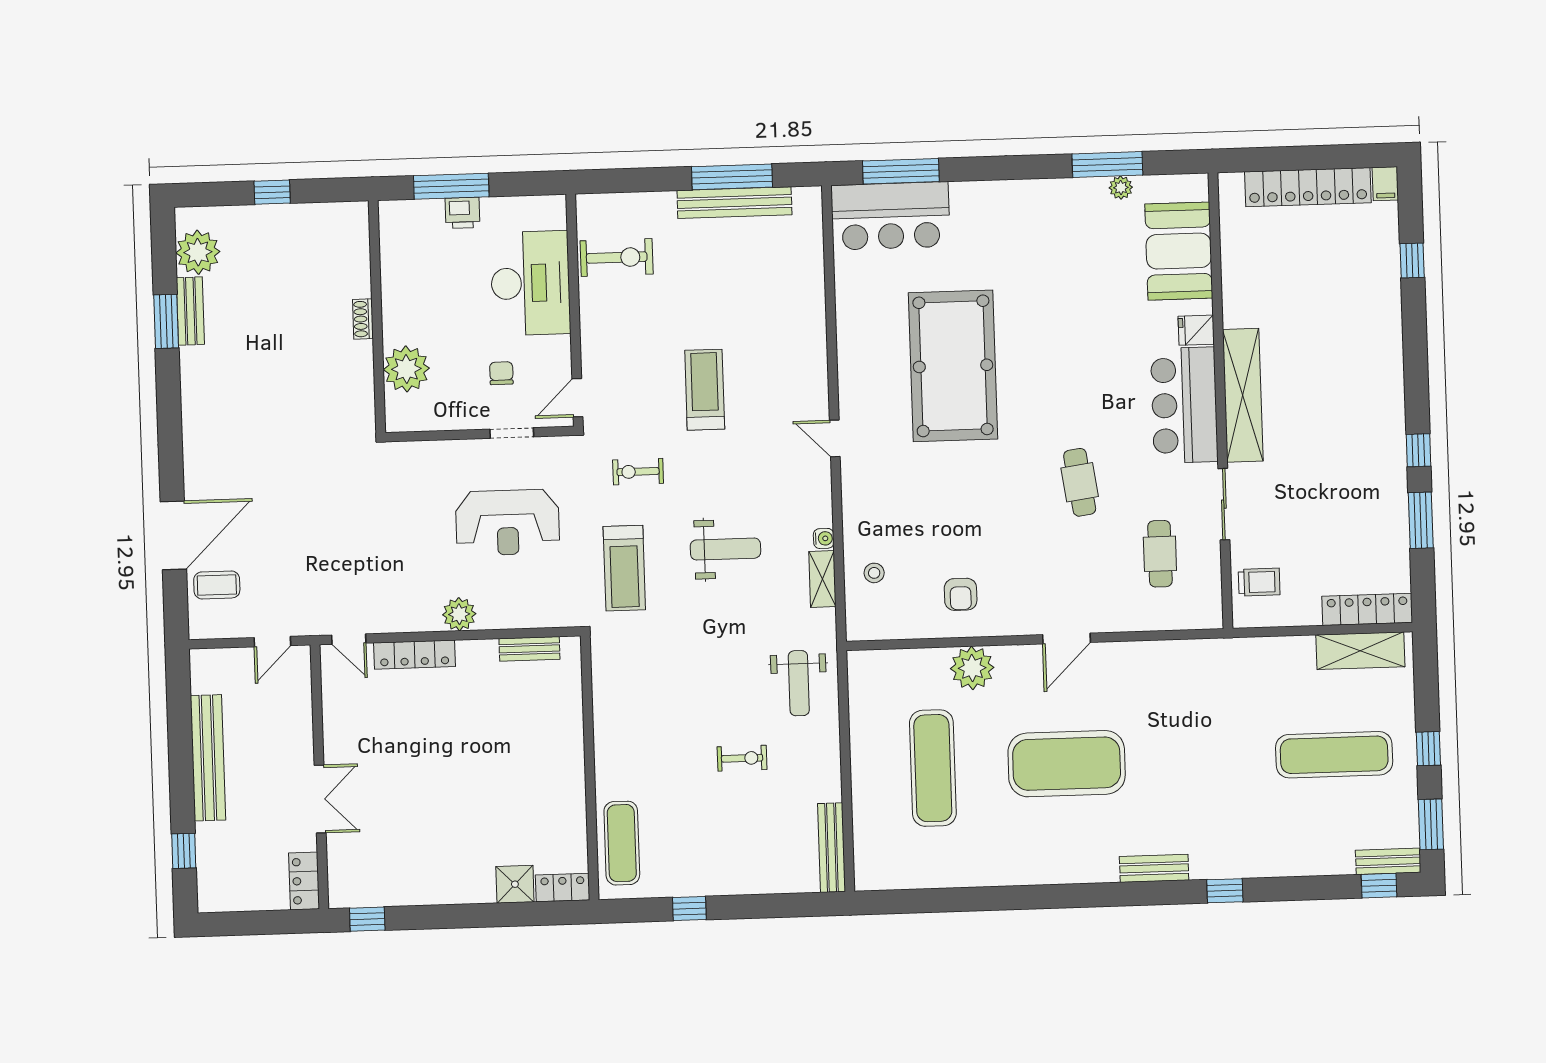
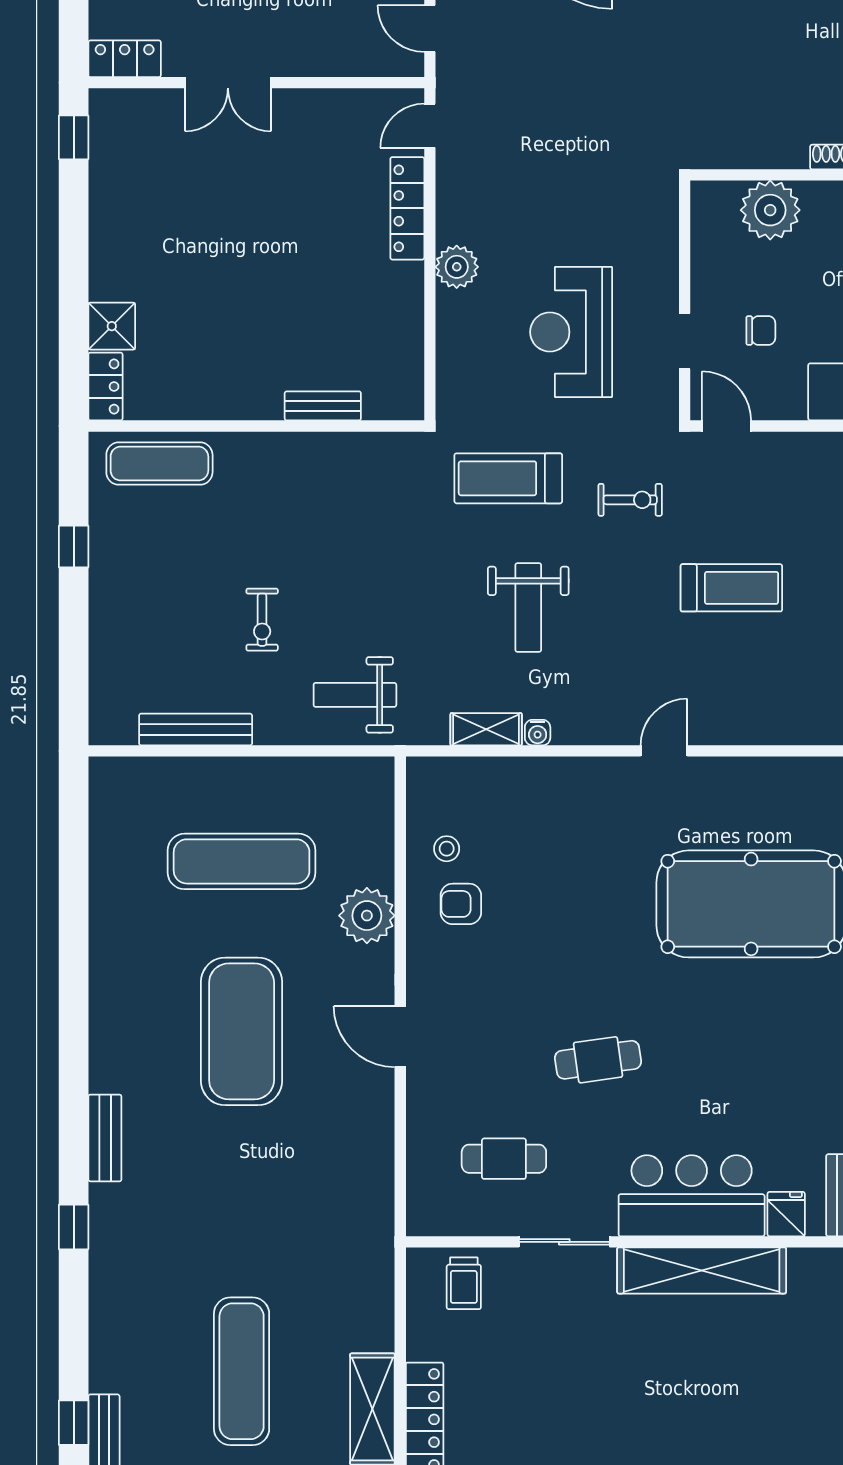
exercise bike: (638, 472) -> (630, 500), turned 90
stool: (874, 573) -> (447, 849), moved
bench: (529, 649) -> (323, 406), moved, turned 90
bench: (832, 848) -> (196, 729), moved

